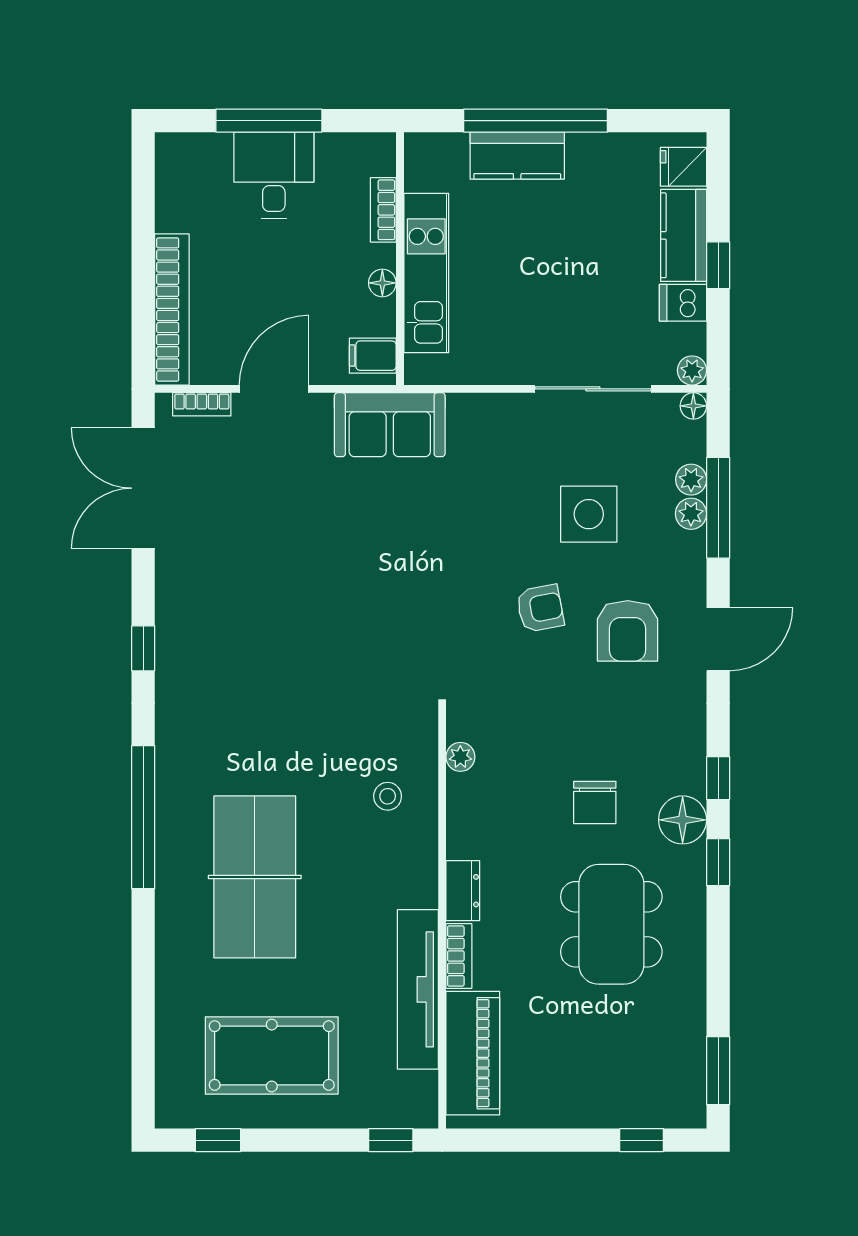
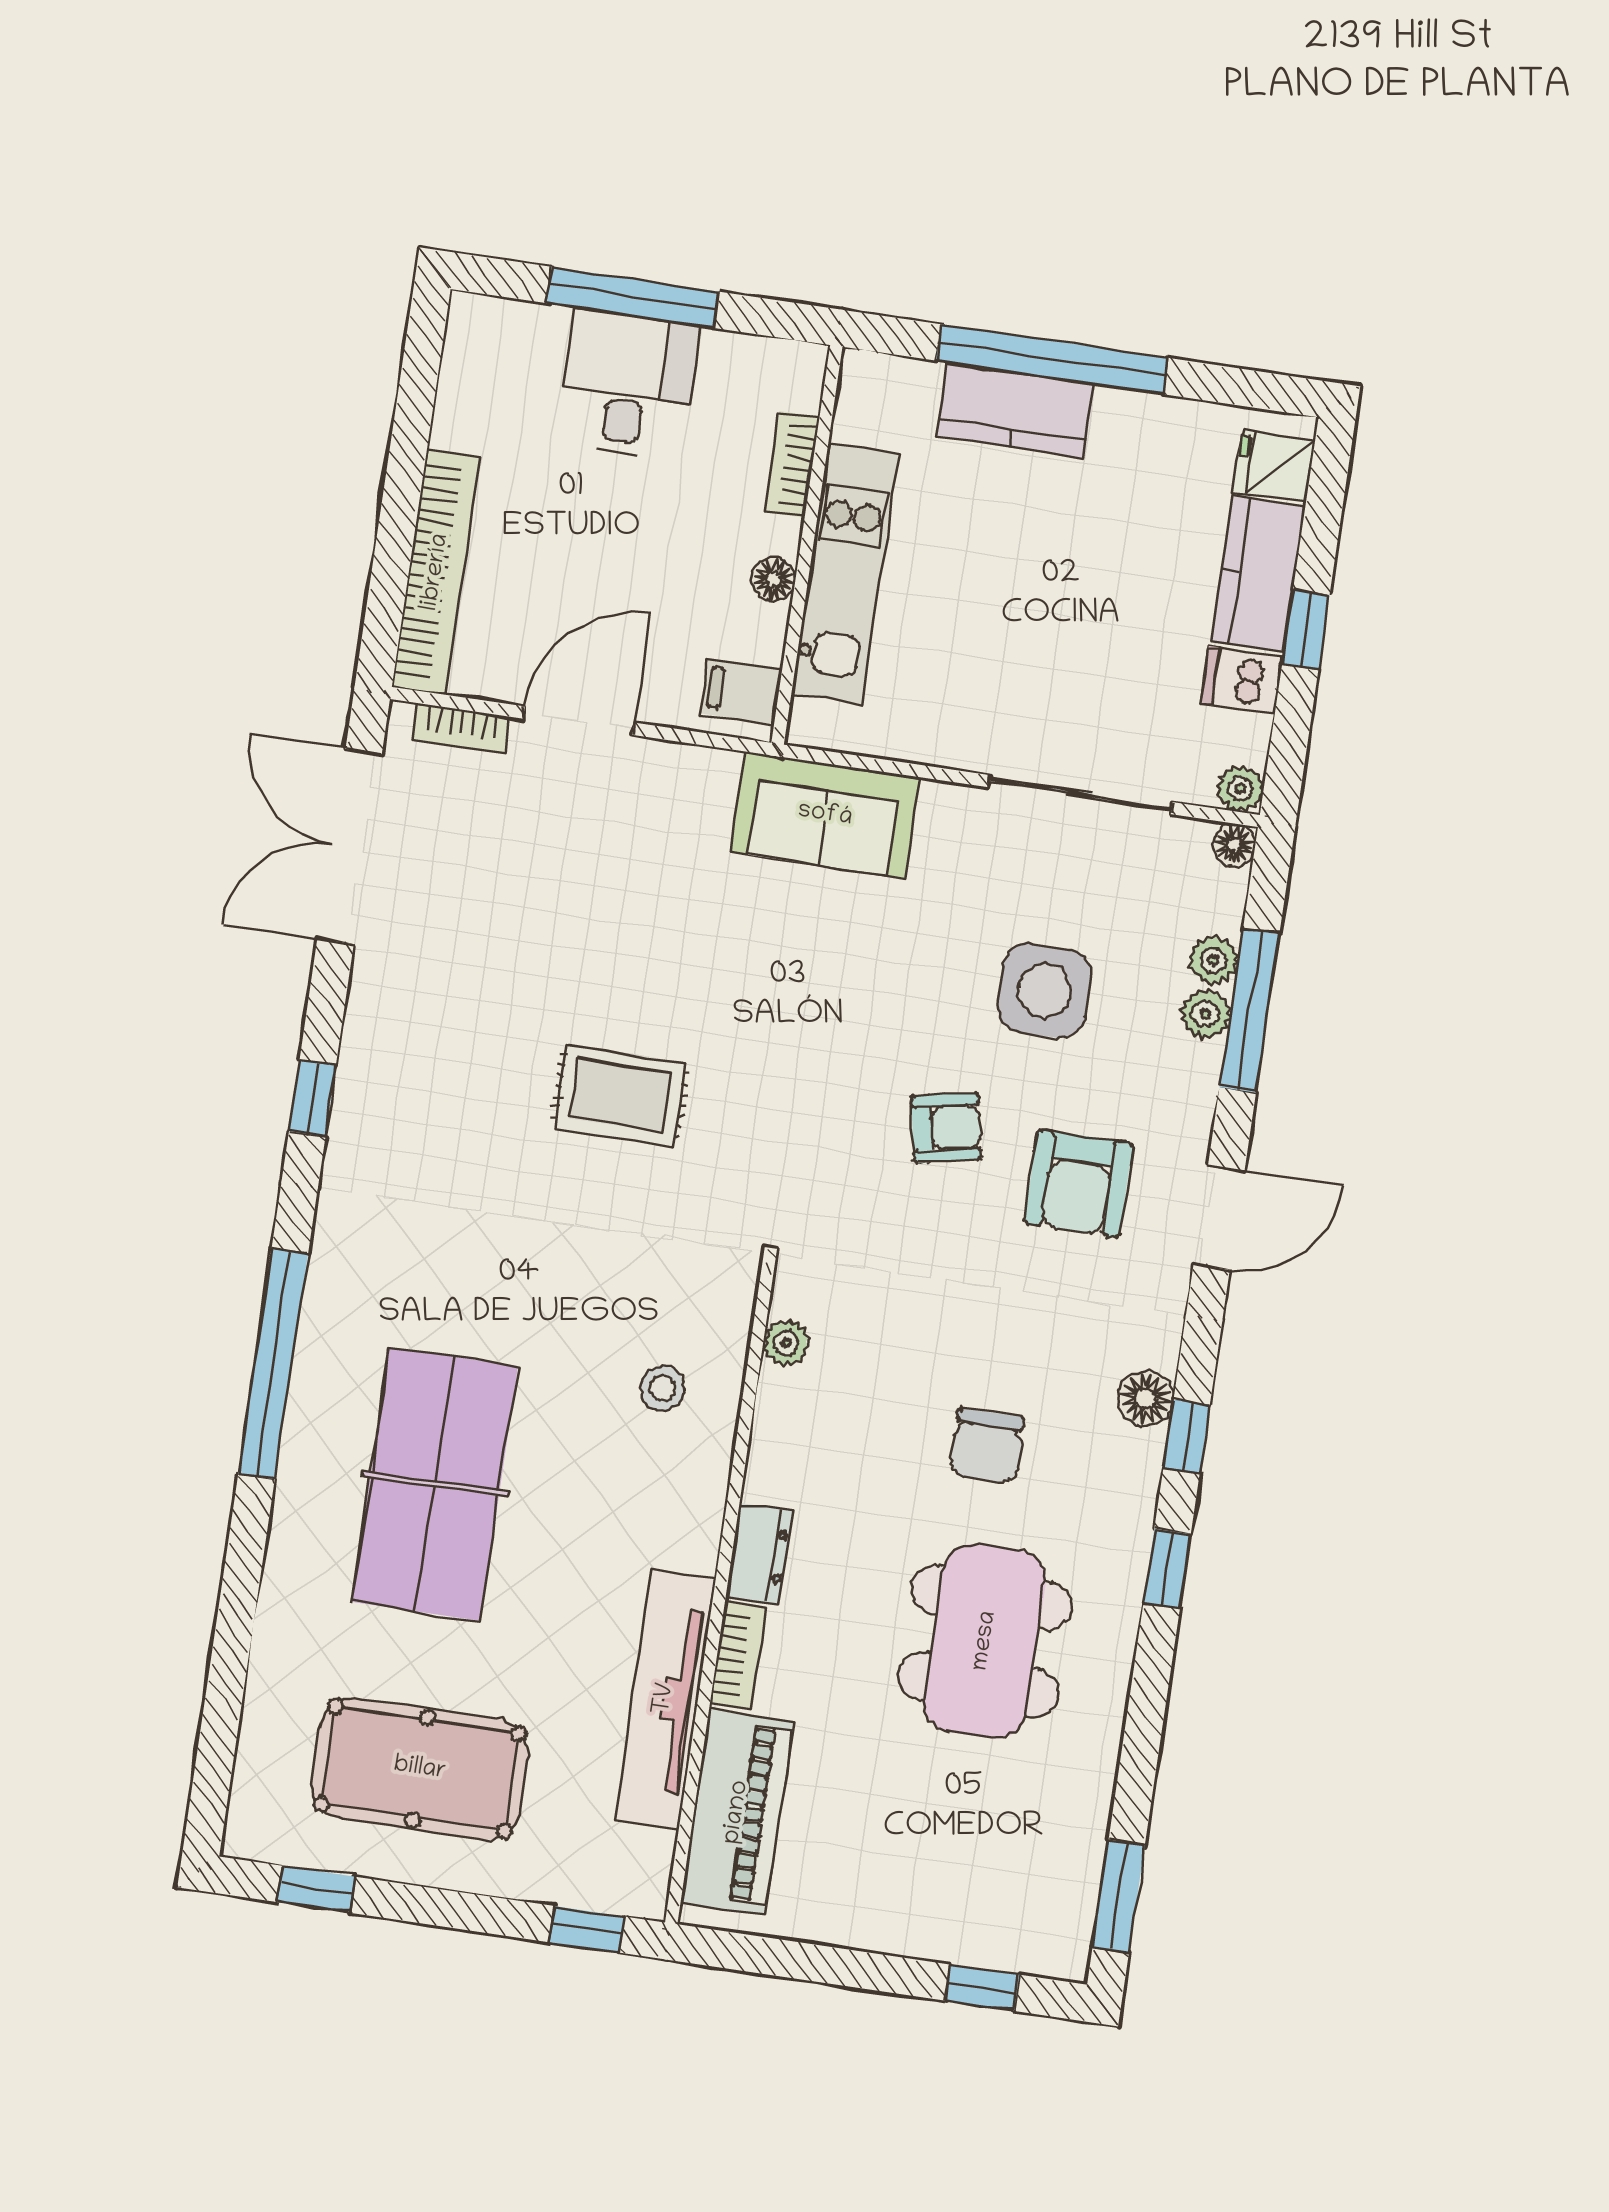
sofa: (390, 425) -> (825, 815), moved
rug: (334, 618) -> (620, 1095), added
floor lamp: (683, 820) -> (1146, 1399), moved, width x0.73, depth x0.73

